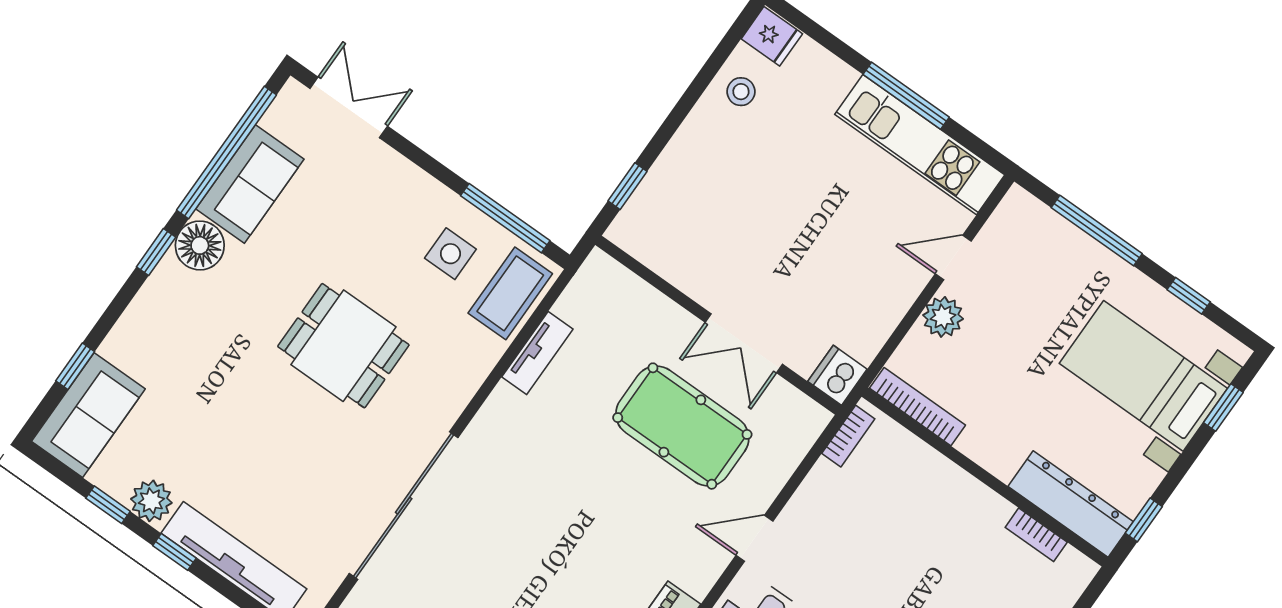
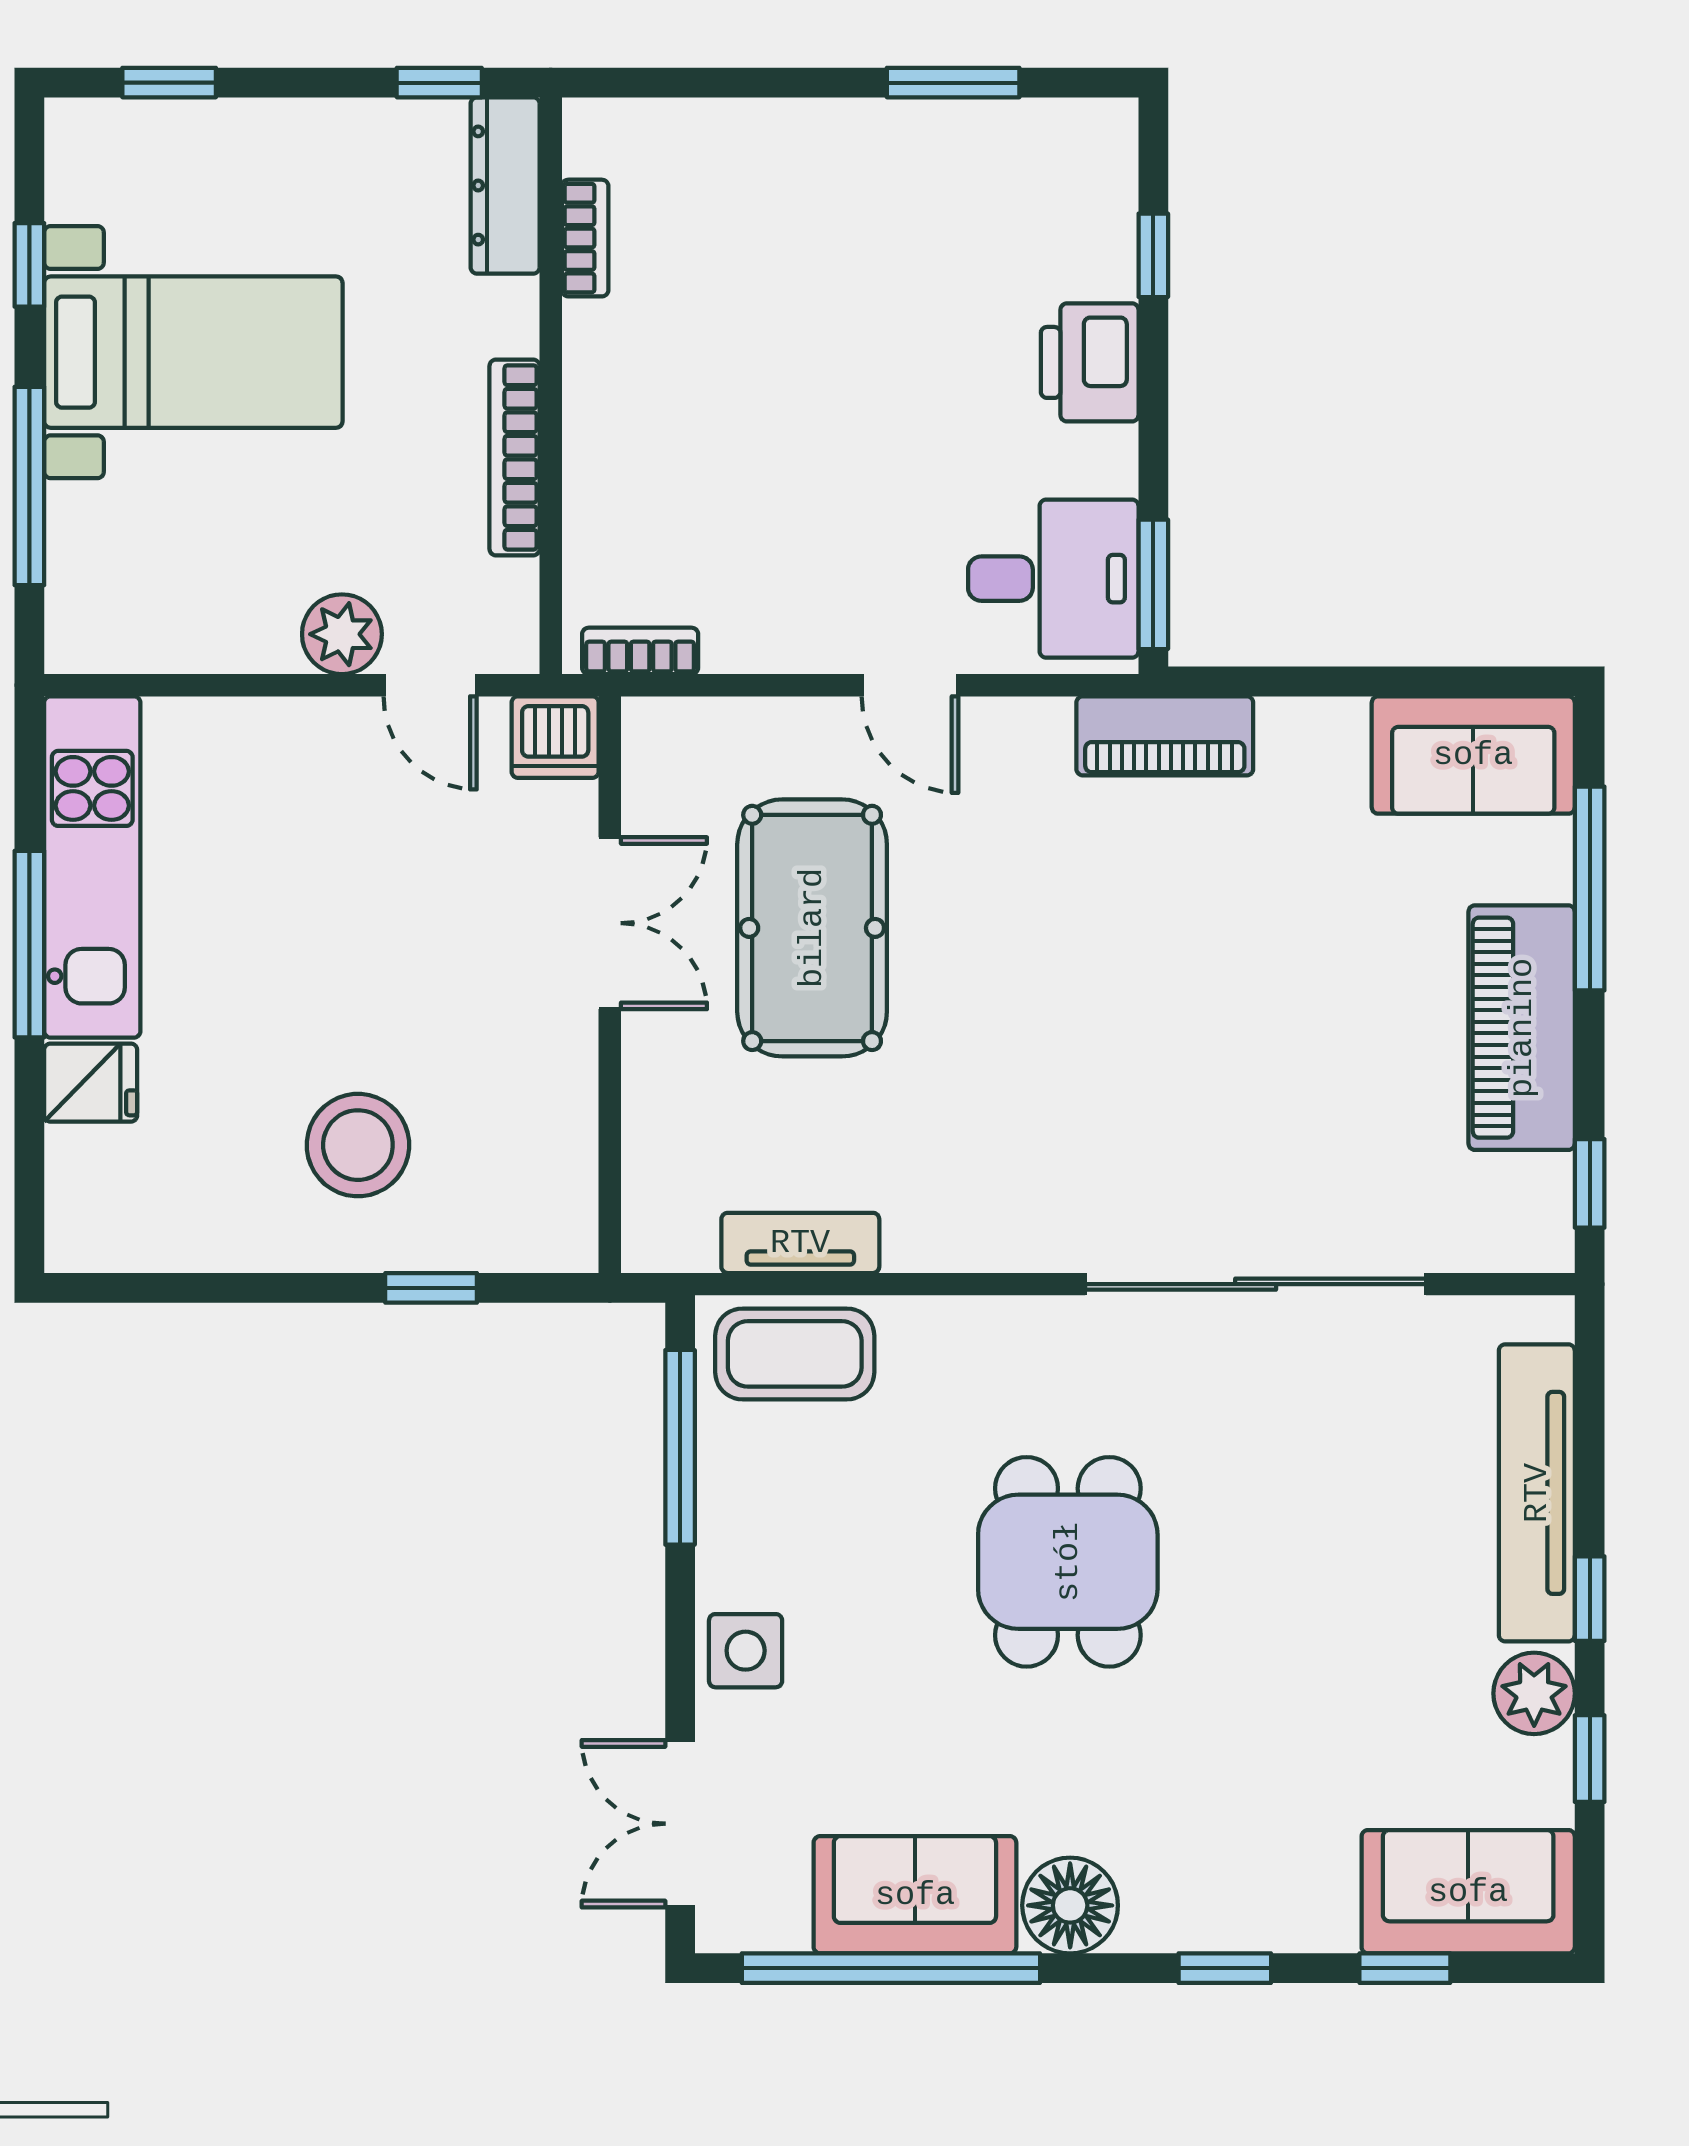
fridge: (772, 36) -> (91, 1083), moved, turned 90
stool: (741, 92) -> (358, 1145), moved, width x1.89, depth x1.89
window: (627, 186) -> (431, 1288), moved
window: (156, 252) -> (1225, 1968), moved
side table: (450, 254) -> (746, 1651), moved
door: (953, 258) -> (430, 685), moved
tv unit: (537, 353) -> (800, 1243), moved
bed with nightstands: (1143, 376) -> (193, 352), moved, turned -90
bookcase: (917, 407) -> (515, 457), moved
dresser: (1071, 504) -> (505, 186), width x0.73, depth x0.80

